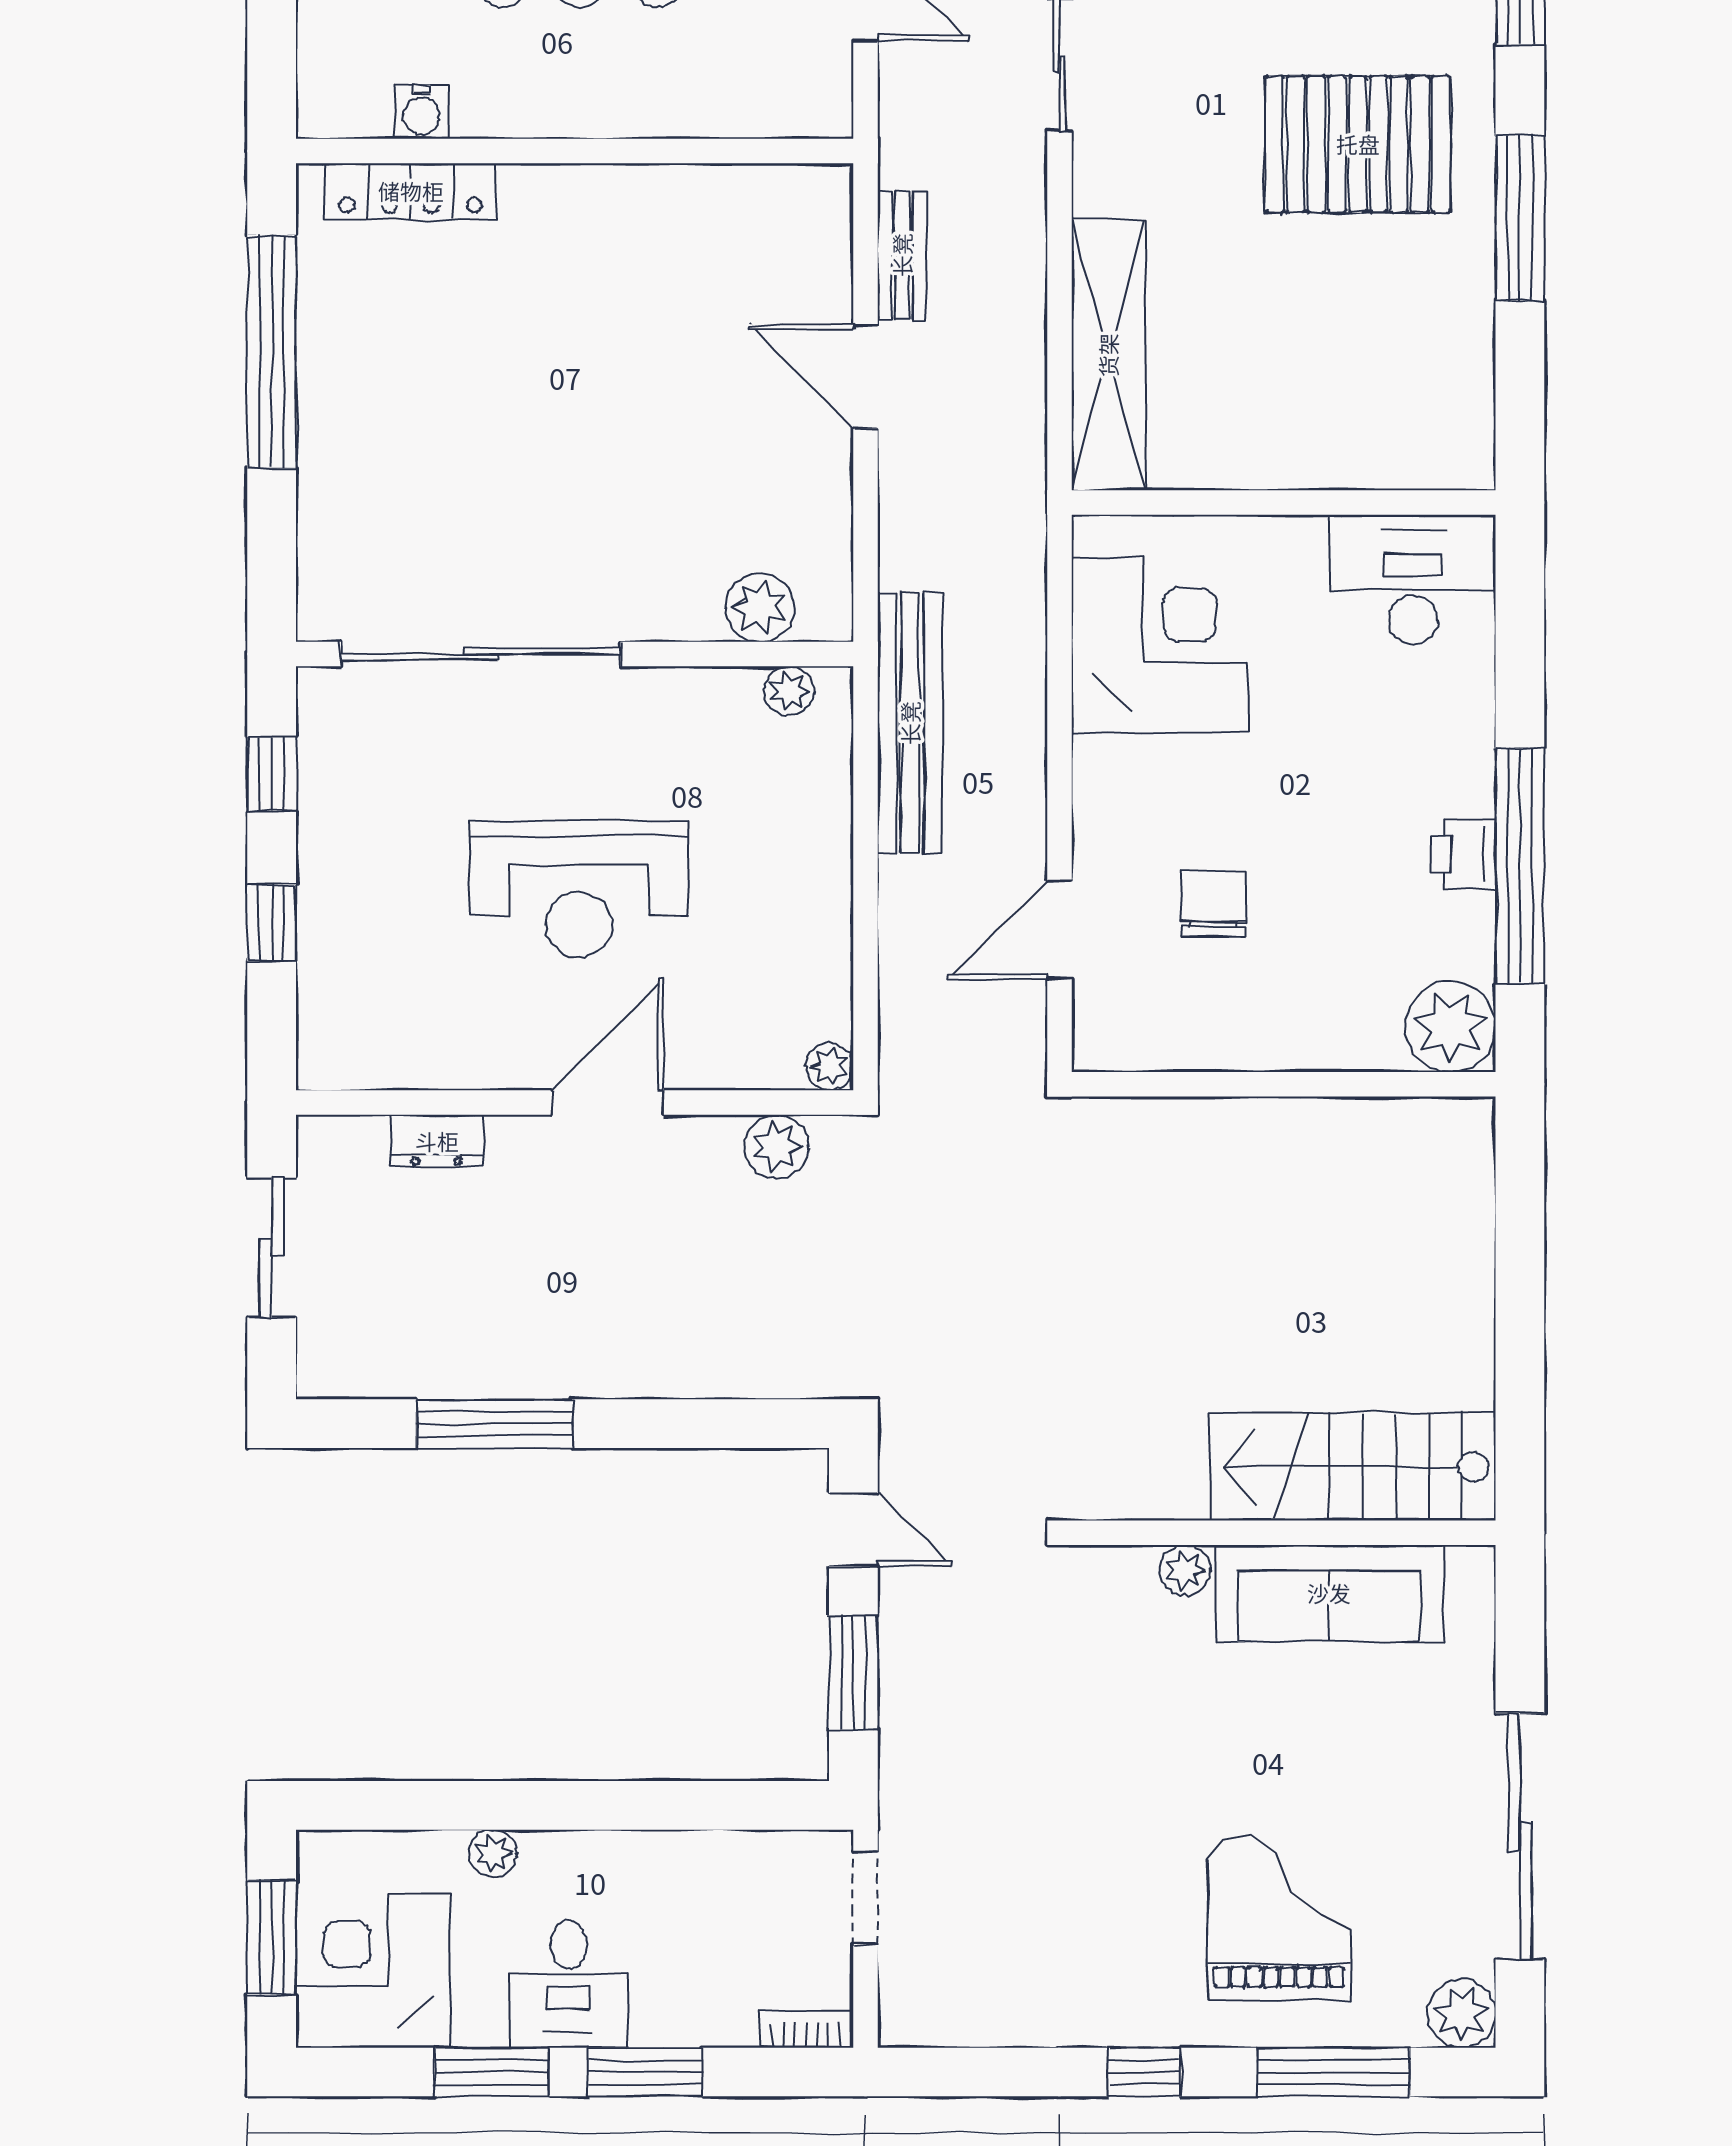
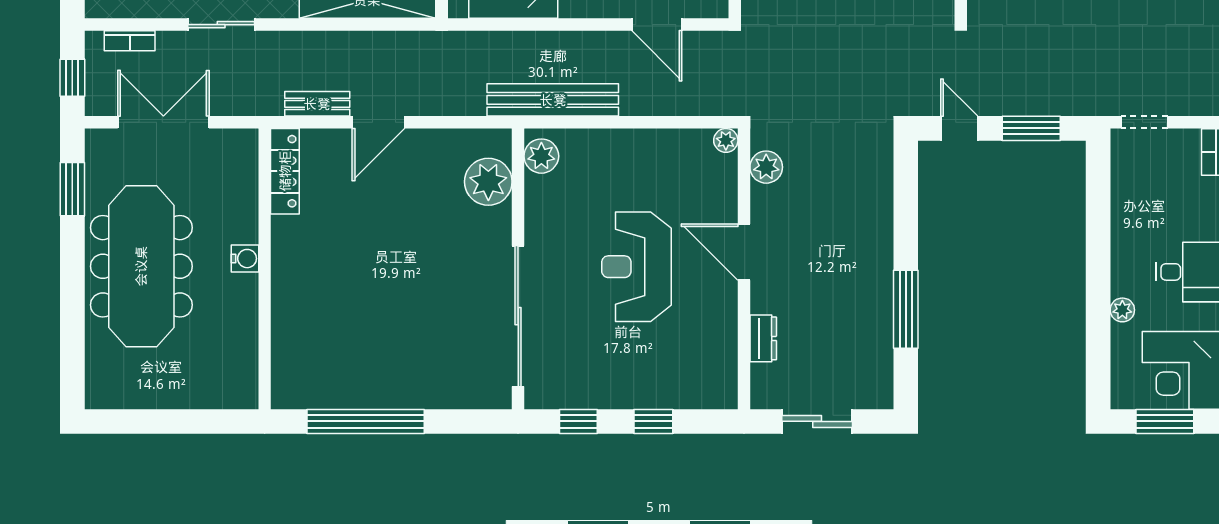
water cooler: (421, 112) -> (245, 259), moved
locker: (411, 191) -> (285, 171), moved
plant: (760, 607) -> (488, 182), width x1.36, depth x1.36
plant: (789, 691) -> (541, 156), width x1.38, depth x1.38
reception desk: (579, 889) -> (636, 267), turned 180
door: (853, 1530) -> (959, 128), hinge flipped

